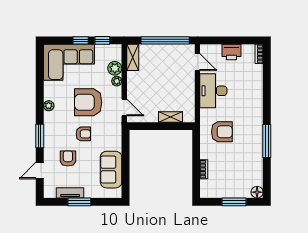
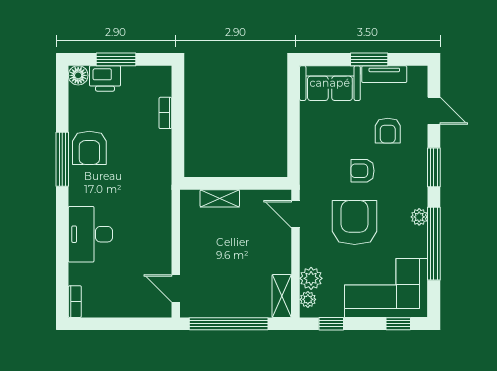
window: (81, 40) -> (398, 324), moved
printer: (231, 52) -> (105, 78), moved, turned 180
plant: (117, 81) -> (308, 299), moved
window: (40, 89) -> (434, 244), added
desk: (213, 91) -> (90, 234), moved, turned 180
armchair: (88, 102) -> (355, 223), turned -90
armchair: (222, 132) -> (89, 148), moved, turned -90
sofa: (111, 170) -> (330, 83), moved, turned 90
door: (40, 171) -> (434, 111), hinge flipped

